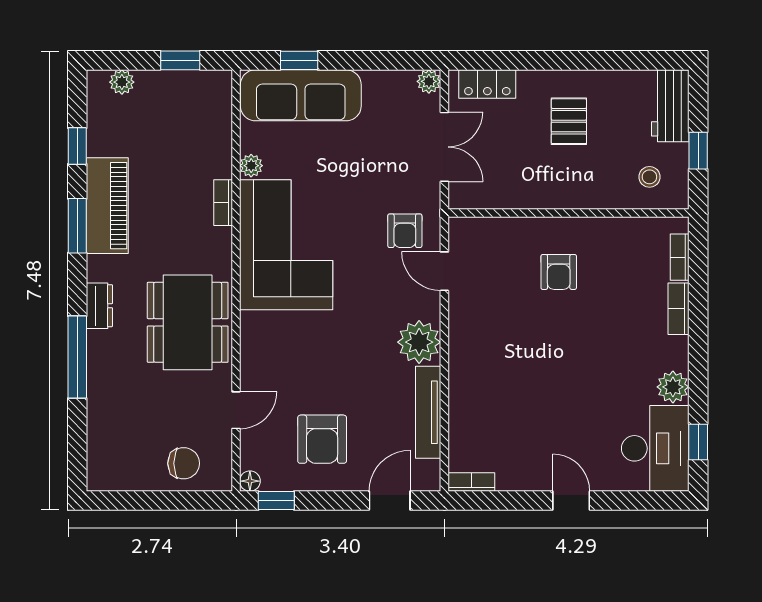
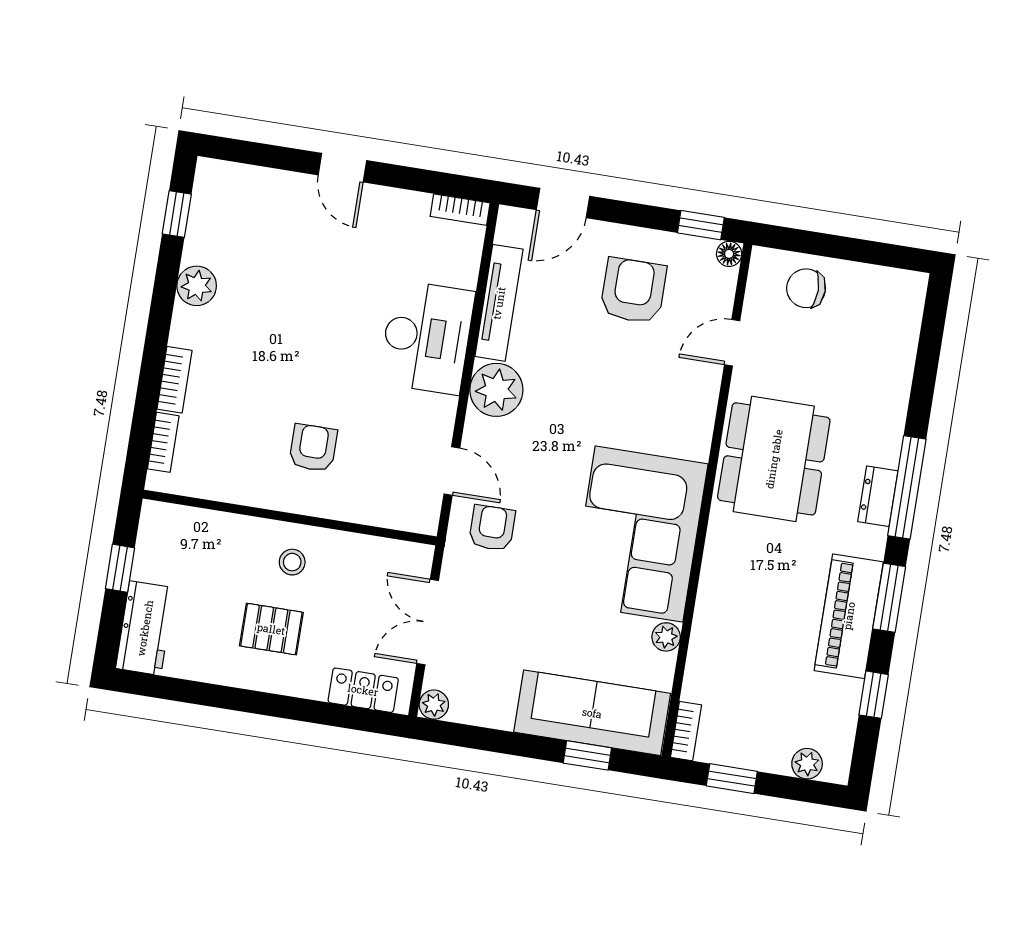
pallet: (569, 121) -> (271, 629), turned 90
stool: (649, 177) -> (292, 562), moved
bookcase: (223, 203) -> (686, 731), moved
window: (77, 357) -> (907, 487), moved
desk: (655, 448) -> (427, 337), moved, turned 180

